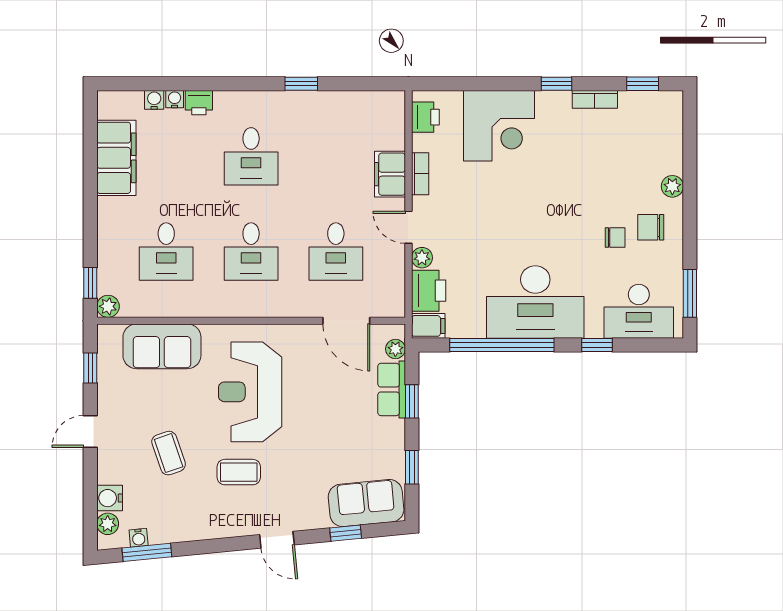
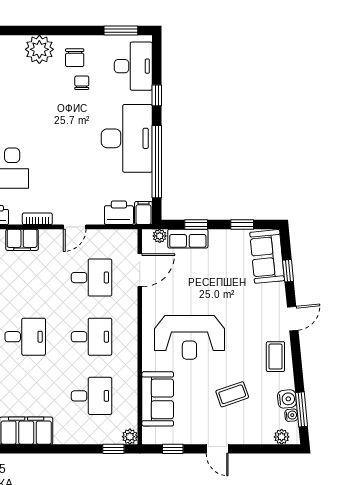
filing cabinet: (390, 174) -> (22, 240), moved
plant: (672, 186) -> (39, 49), width x1.87, depth x1.87
plant: (422, 258) -> (96, 217), removed
coffee table: (239, 472) -> (275, 357), moved
water cooler: (110, 498) -> (287, 399), moved, turned -96

